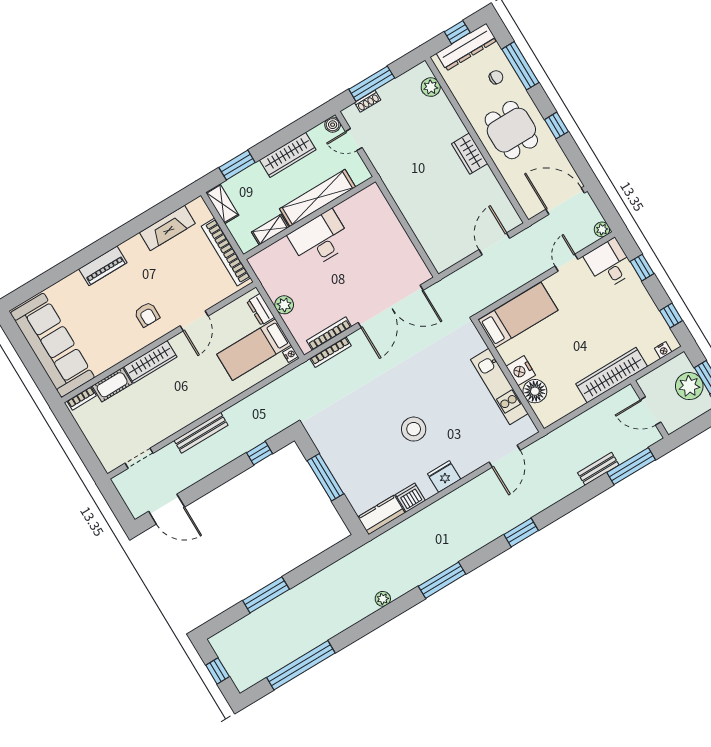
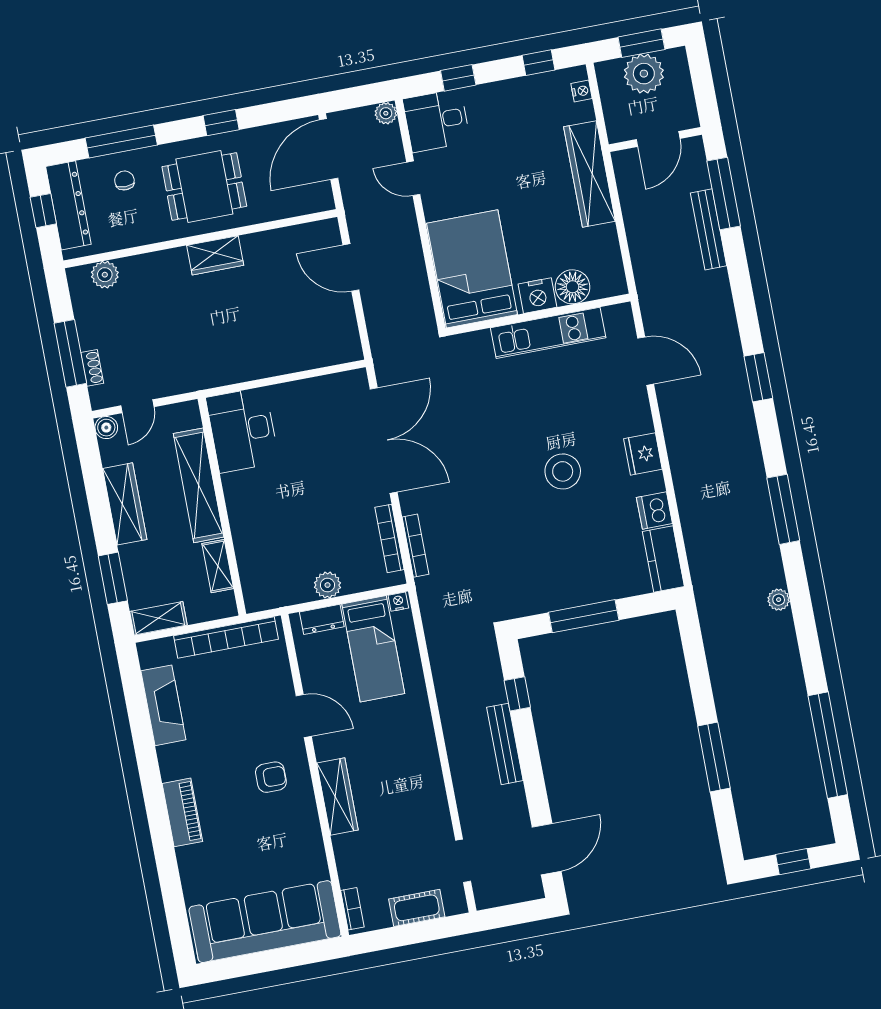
desk: (320, 239) -> (242, 430), moved
bed: (518, 315) -> (472, 269), width x1.50
cot: (112, 385) -> (417, 908), moved, turned 90
bench: (201, 433) -> (505, 744), moved
bench: (598, 469) -> (709, 229), width x1.36

